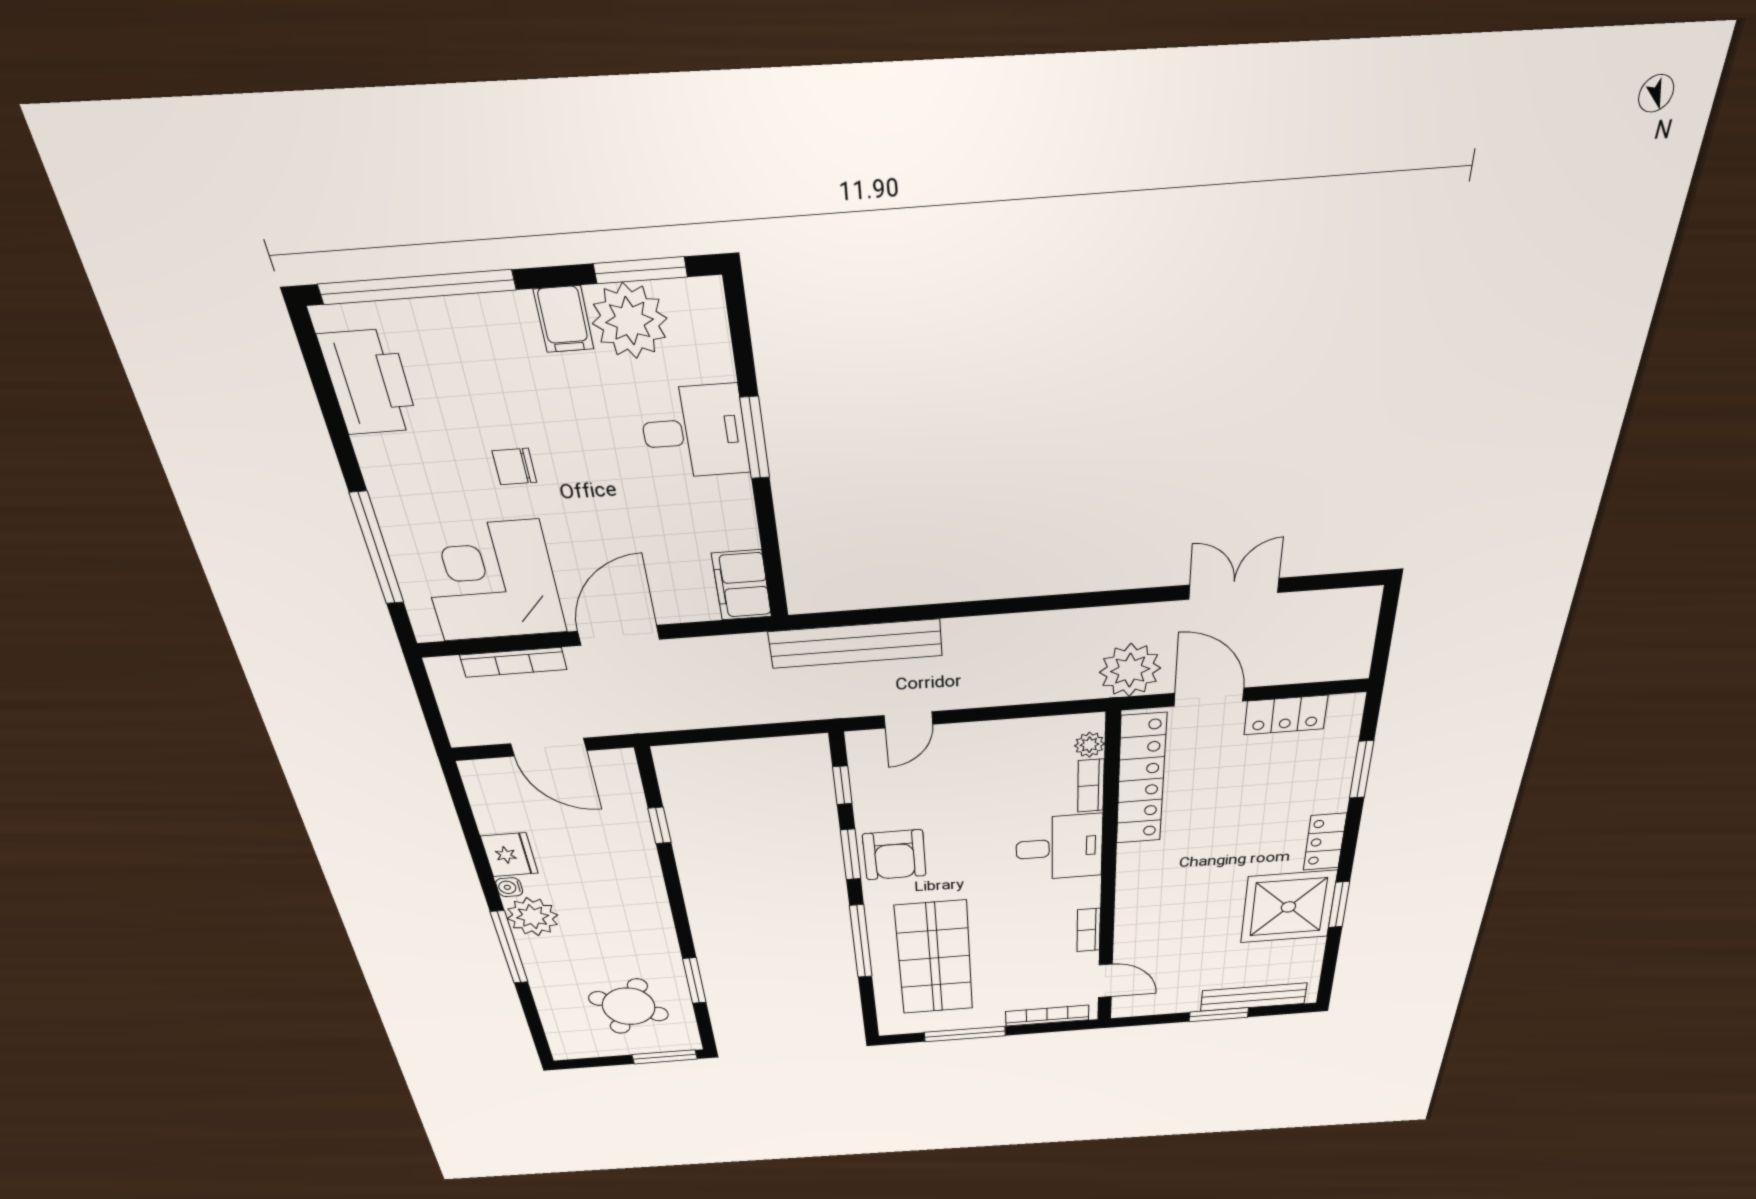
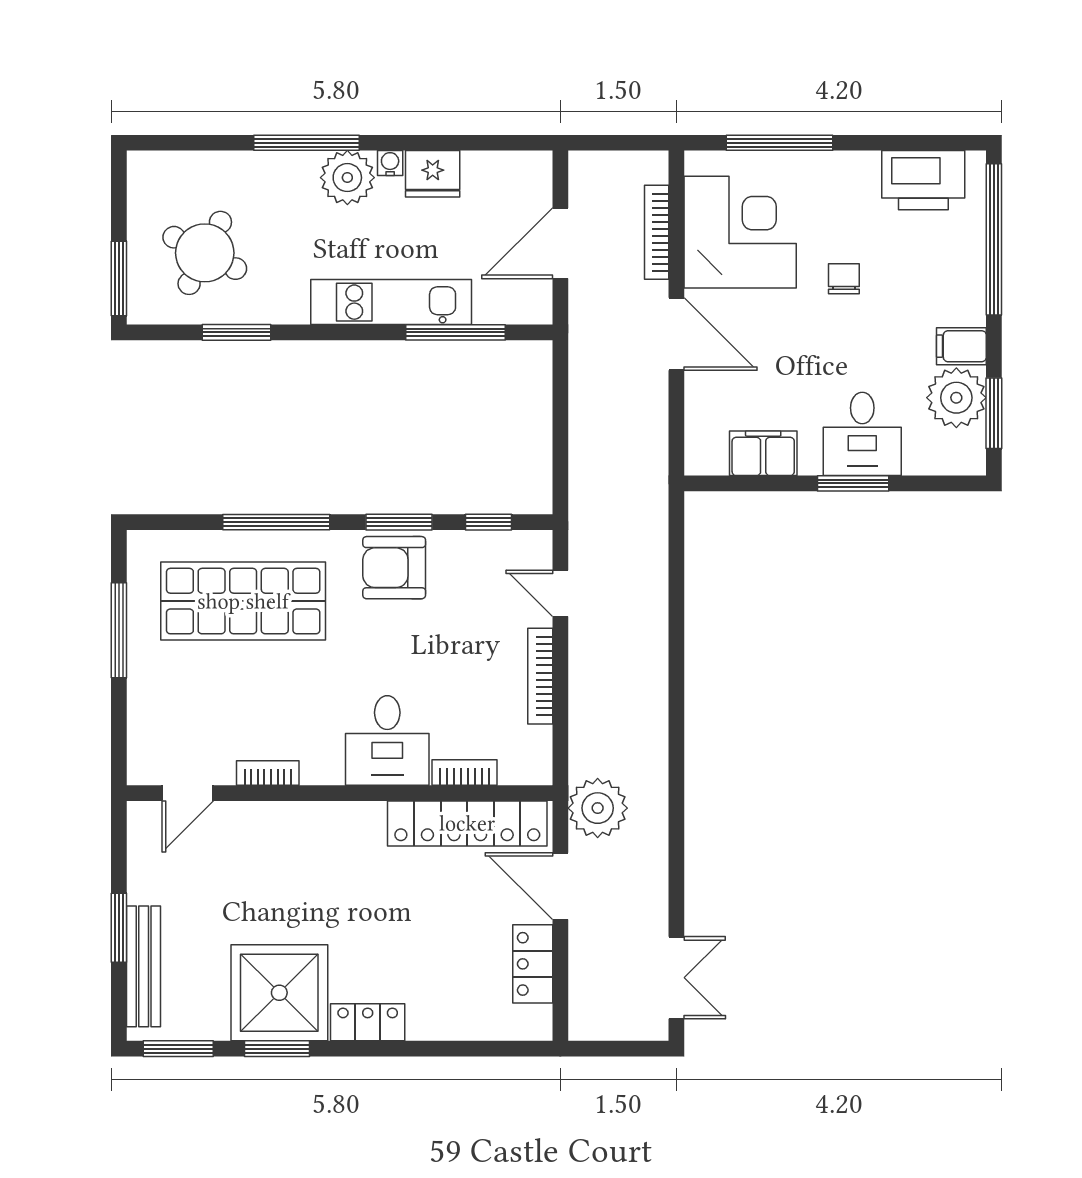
filing cabinet: (742, 585) -> (763, 453), moved
double door: (1234, 589) -> (676, 978), moved
bench: (856, 644) -> (649, 550), removed
door: (1209, 697) -> (560, 886), swing flipped
plant: (1089, 745) -> (515, 770), removed
window: (1362, 770) -> (178, 1049), moved
window: (660, 825) -> (456, 332), width x2.17
kitchen unit: (642, 876) -> (391, 302), added
bookcase: (1047, 1016) -> (540, 676), moved, turned 180

